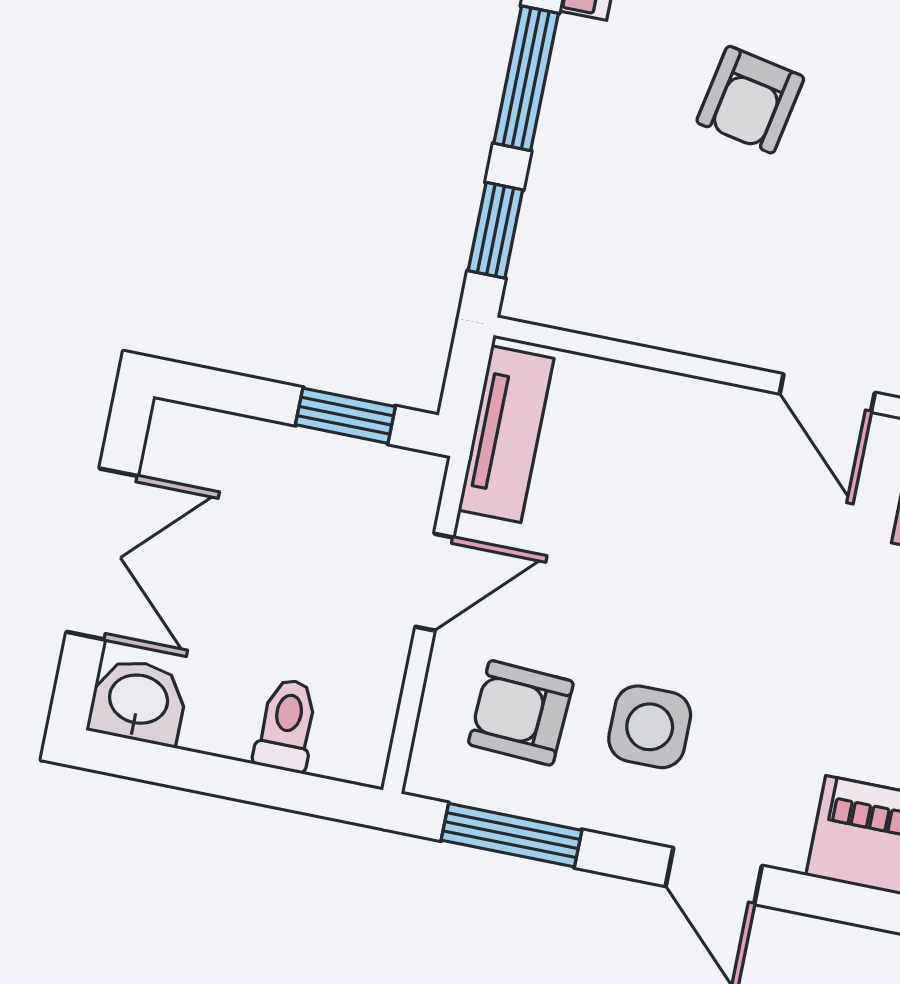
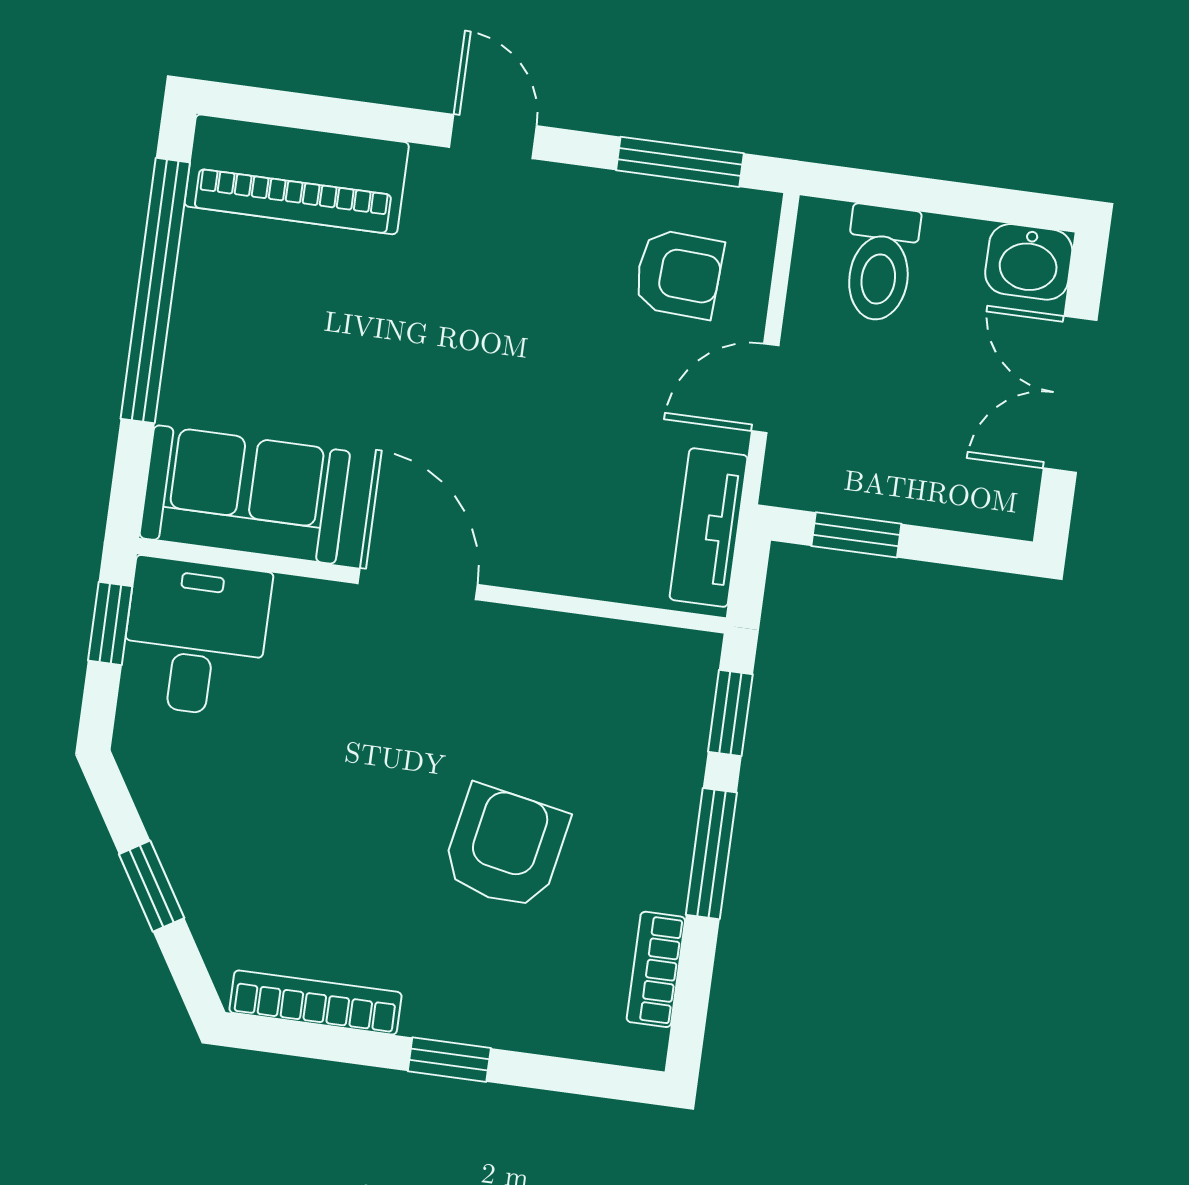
armchair: (750, 100) -> (505, 847), width x1.38, depth x1.38
door: (827, 393) -> (418, 584), width x1.38
toilet: (287, 725) -> (880, 263), width x1.37, depth x1.39
side table: (650, 727) -> (560, 269), removed

